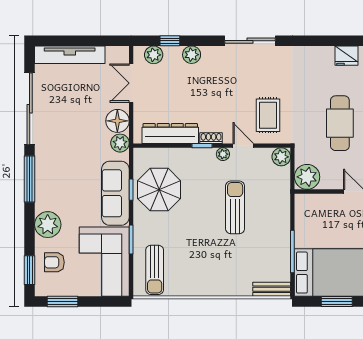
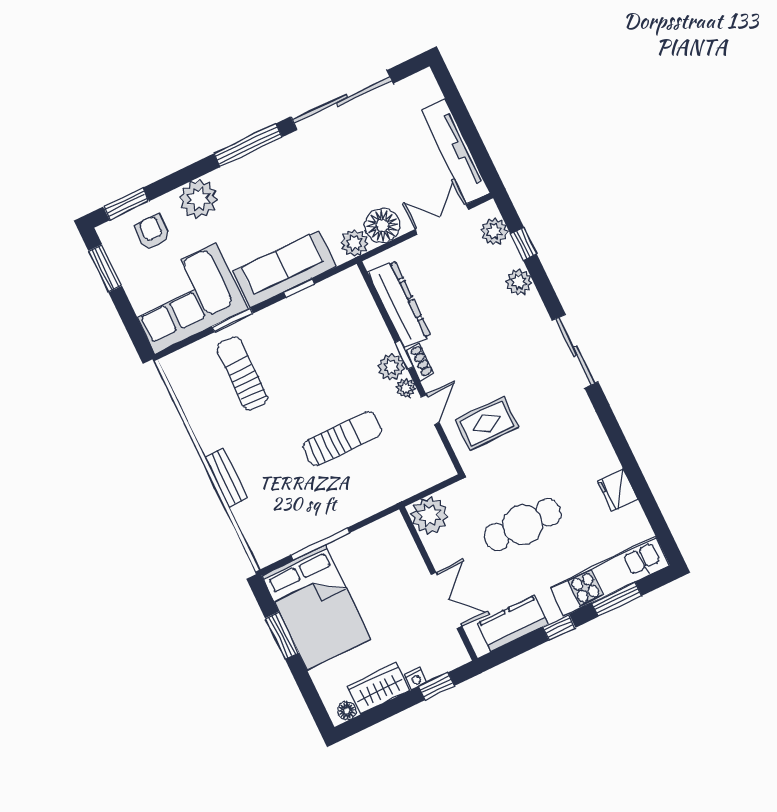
tv unit: (70, 55) -> (456, 152), moved
plant: (281, 157) -> (391, 367), moved
parasol: (159, 190) -> (317, 325), removed
sun lounger: (155, 270) -> (242, 373), moved, turned 90
bench: (272, 289) -> (226, 478), moved

